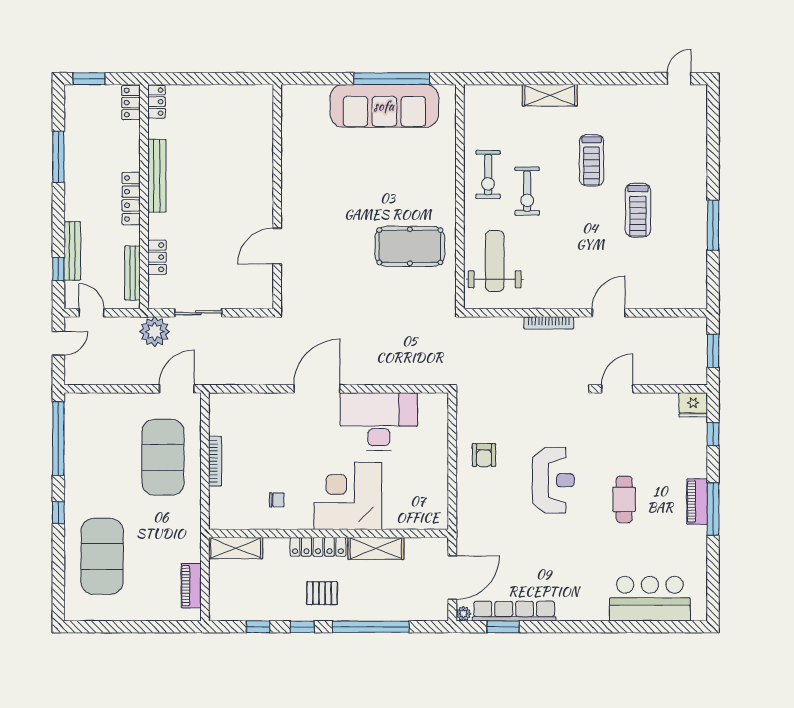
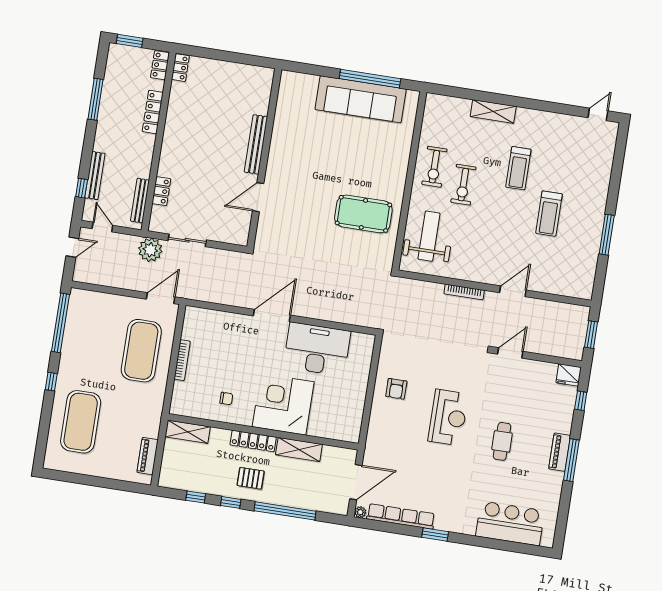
bench: (157, 176) -> (256, 144), moved
locker: (131, 198) -> (153, 112), moved
window: (503, 627) -> (435, 534), moved

